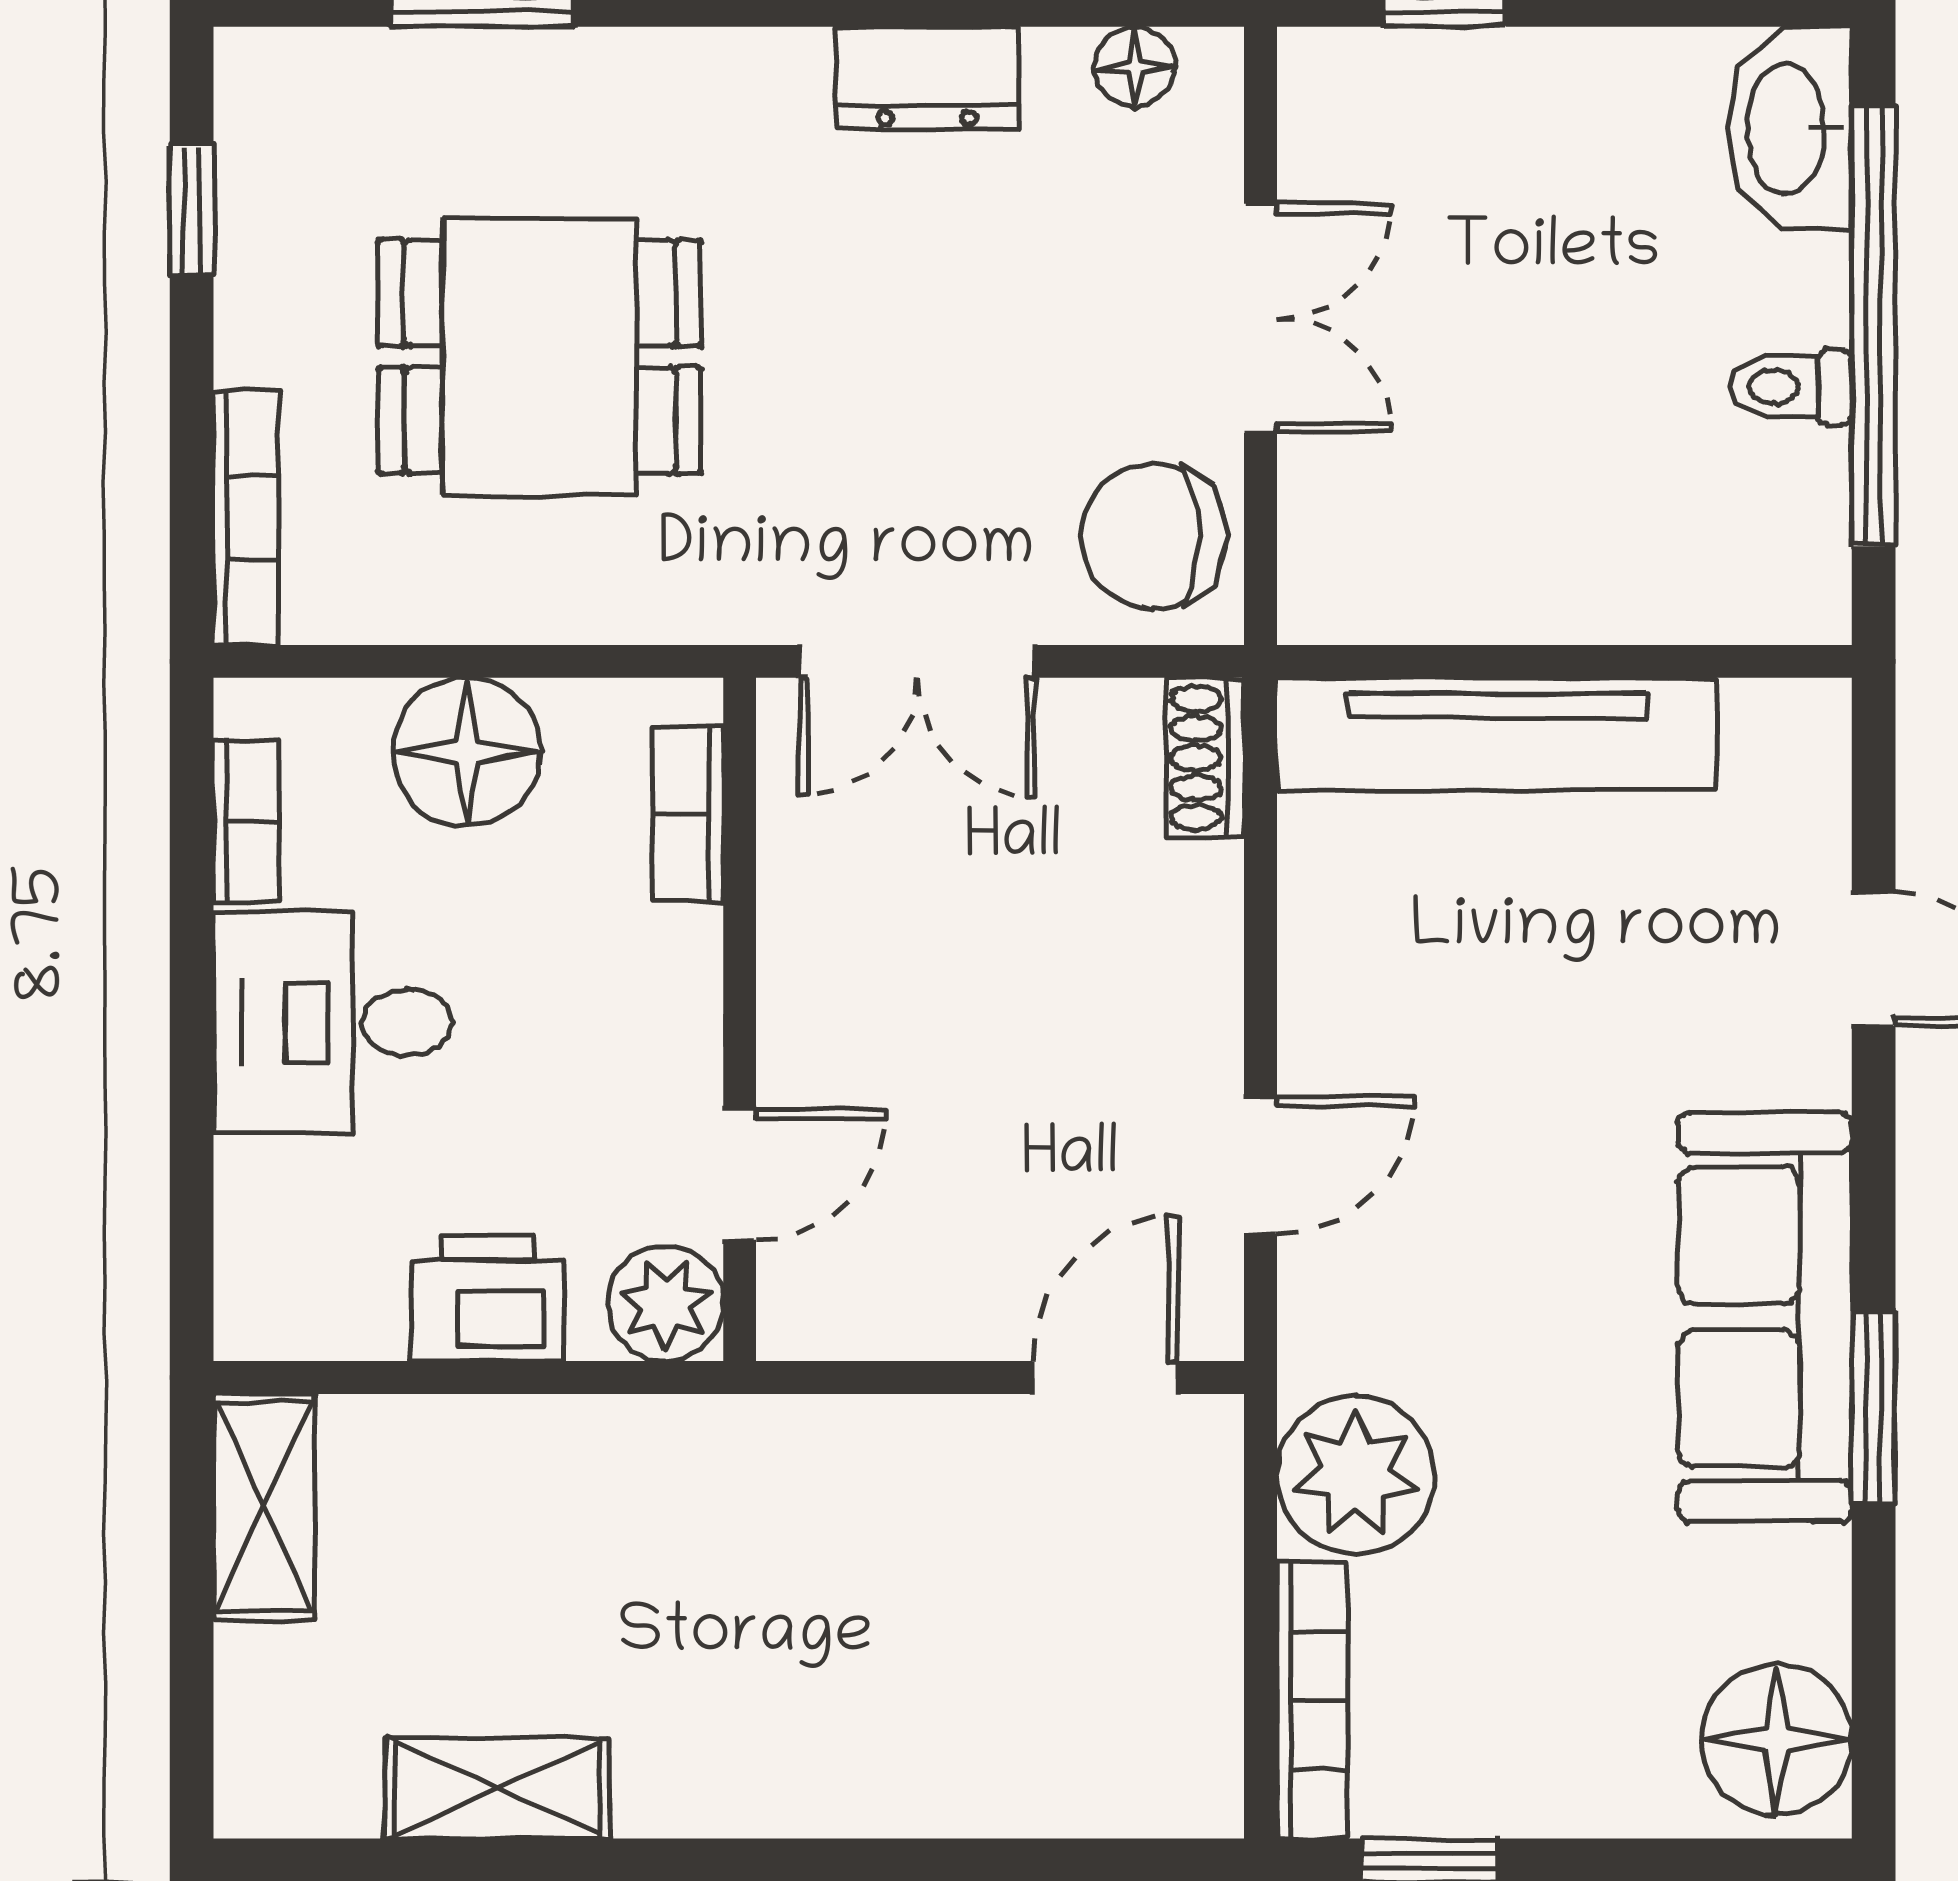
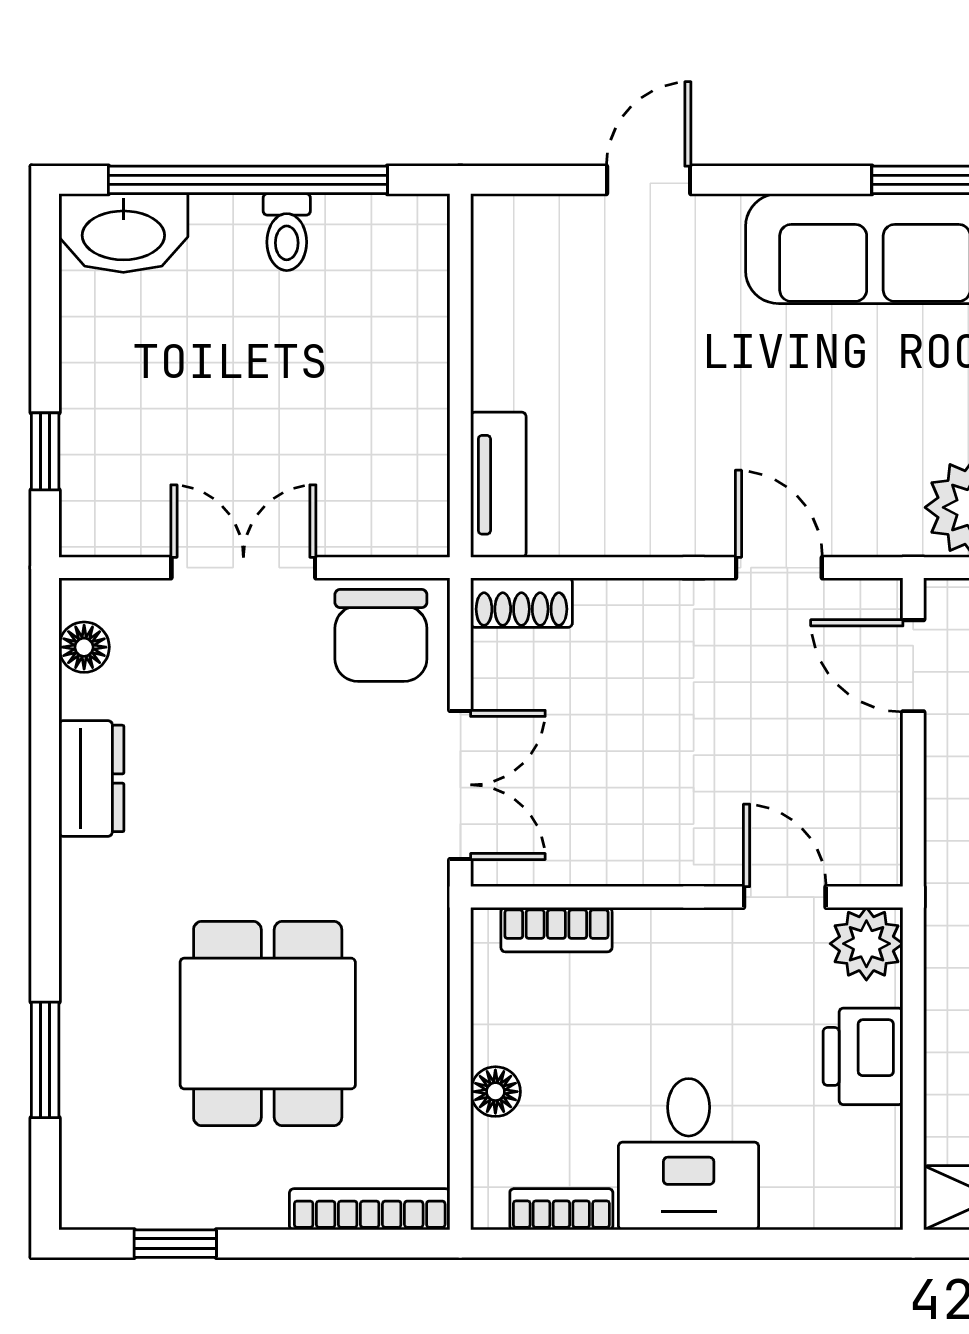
tv unit: (1497, 734) -> (498, 485), width x0.52, depth x0.78
floor lamp: (467, 752) -> (495, 1092), width x0.53, depth x0.53

